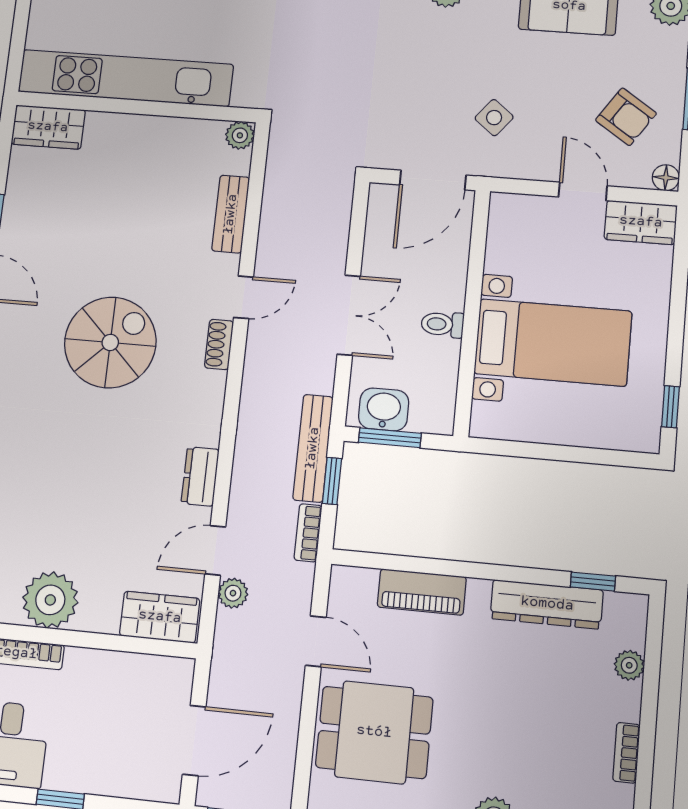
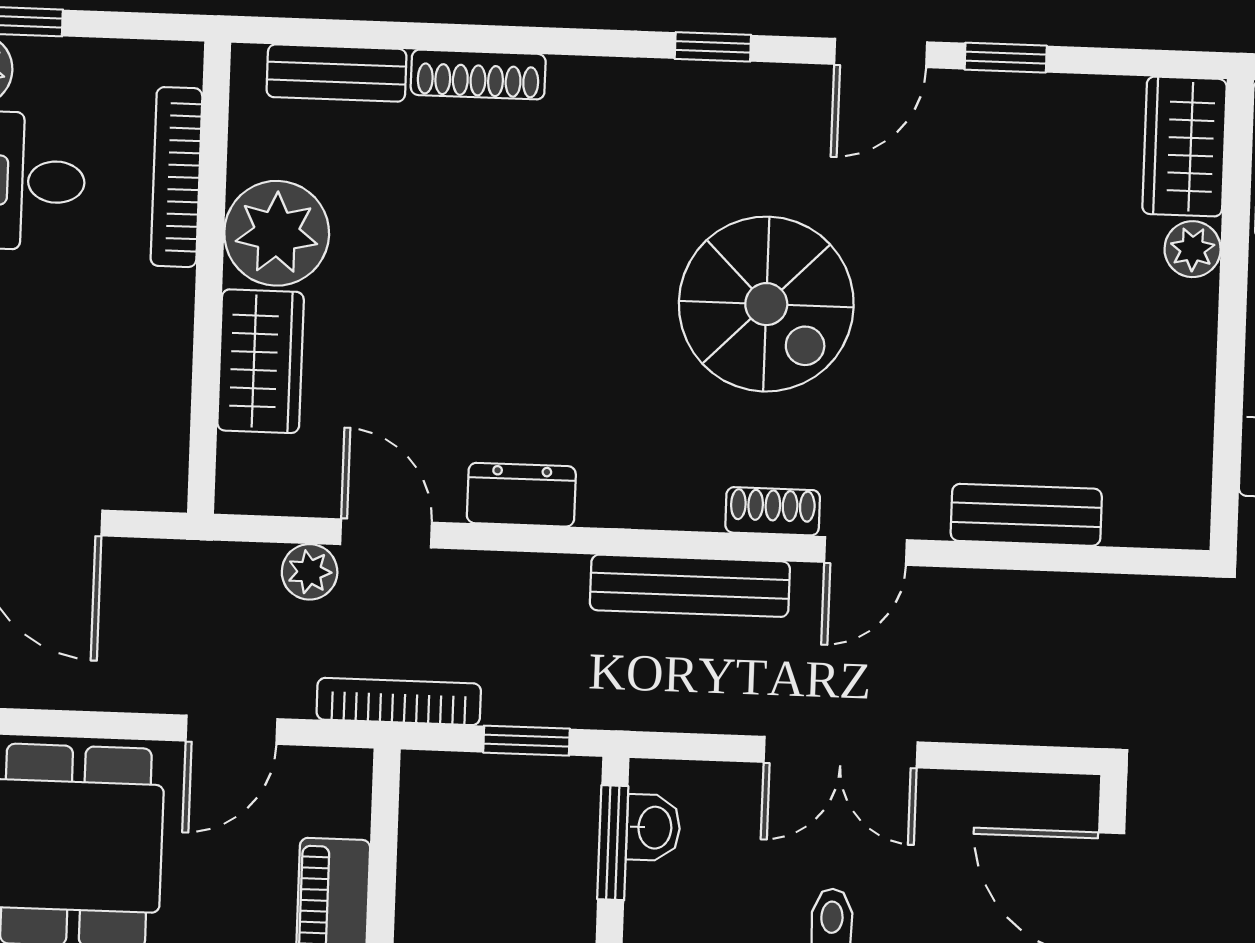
plant: (240, 135) -> (1193, 249), moved
door: (243, 297) -> (866, 551), hinge flipped
washbasin: (384, 409) -> (653, 828), width x0.72, depth x0.69
bench: (313, 448) -> (690, 586), moved
bookcase: (308, 533) -> (399, 702), width x1.56
wardrobe: (160, 617) -> (261, 361), moved

